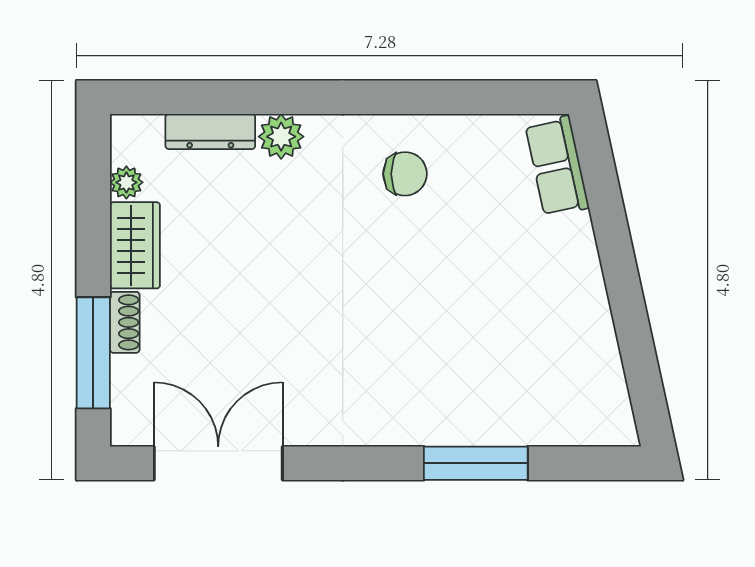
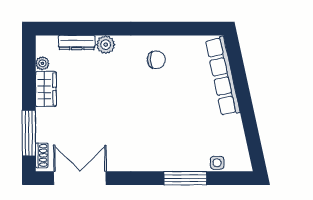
row of seats: (557, 166) -> (223, 76), width x2.02
shoe rack: (125, 322) -> (42, 155), moved
side table: (554, 426) -> (217, 163), added

